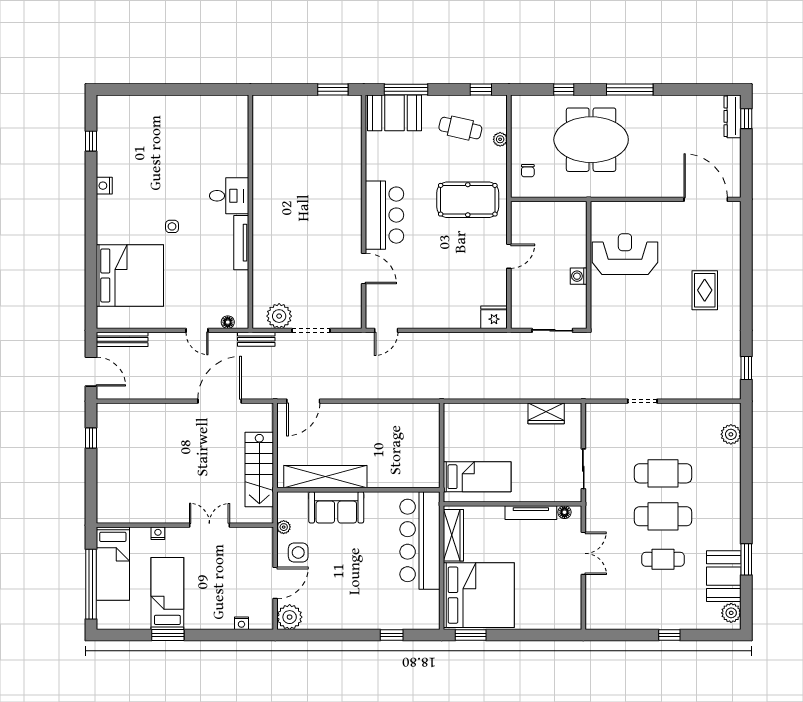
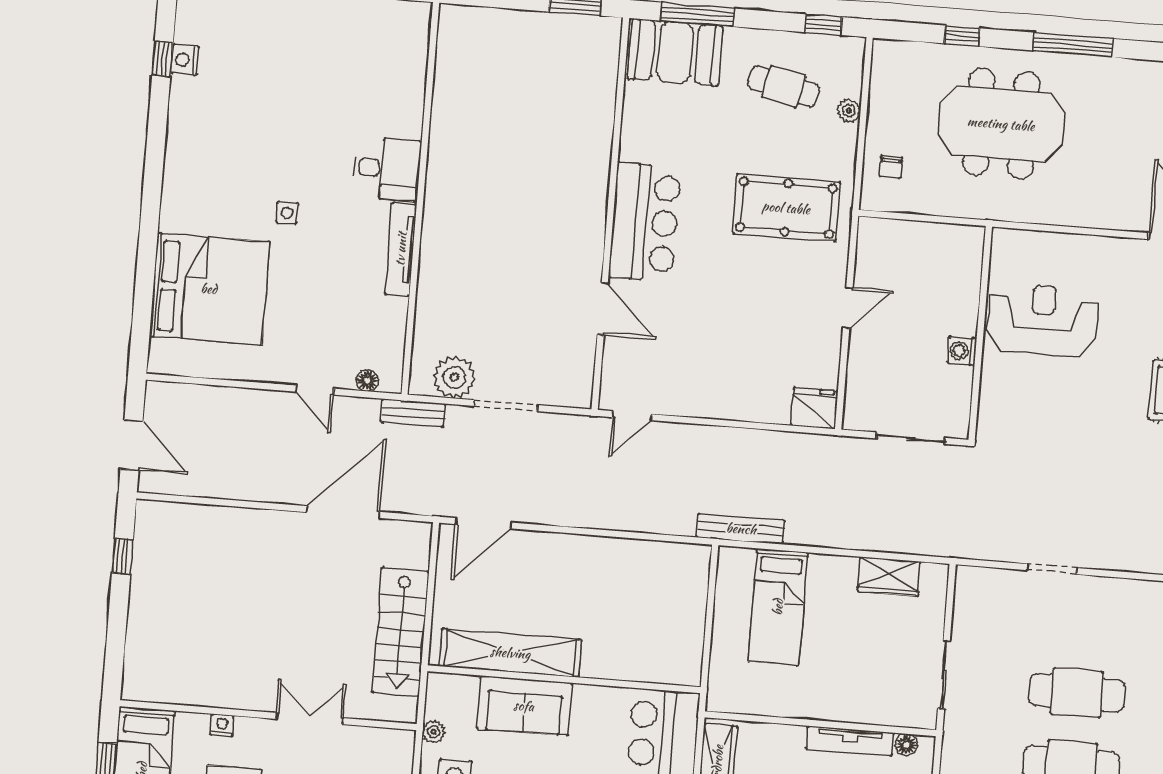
nightstand: (104, 186) -> (185, 60), moved
bench: (122, 339) -> (741, 529), moved
bed: (477, 477) -> (778, 607), moved, turned 90

